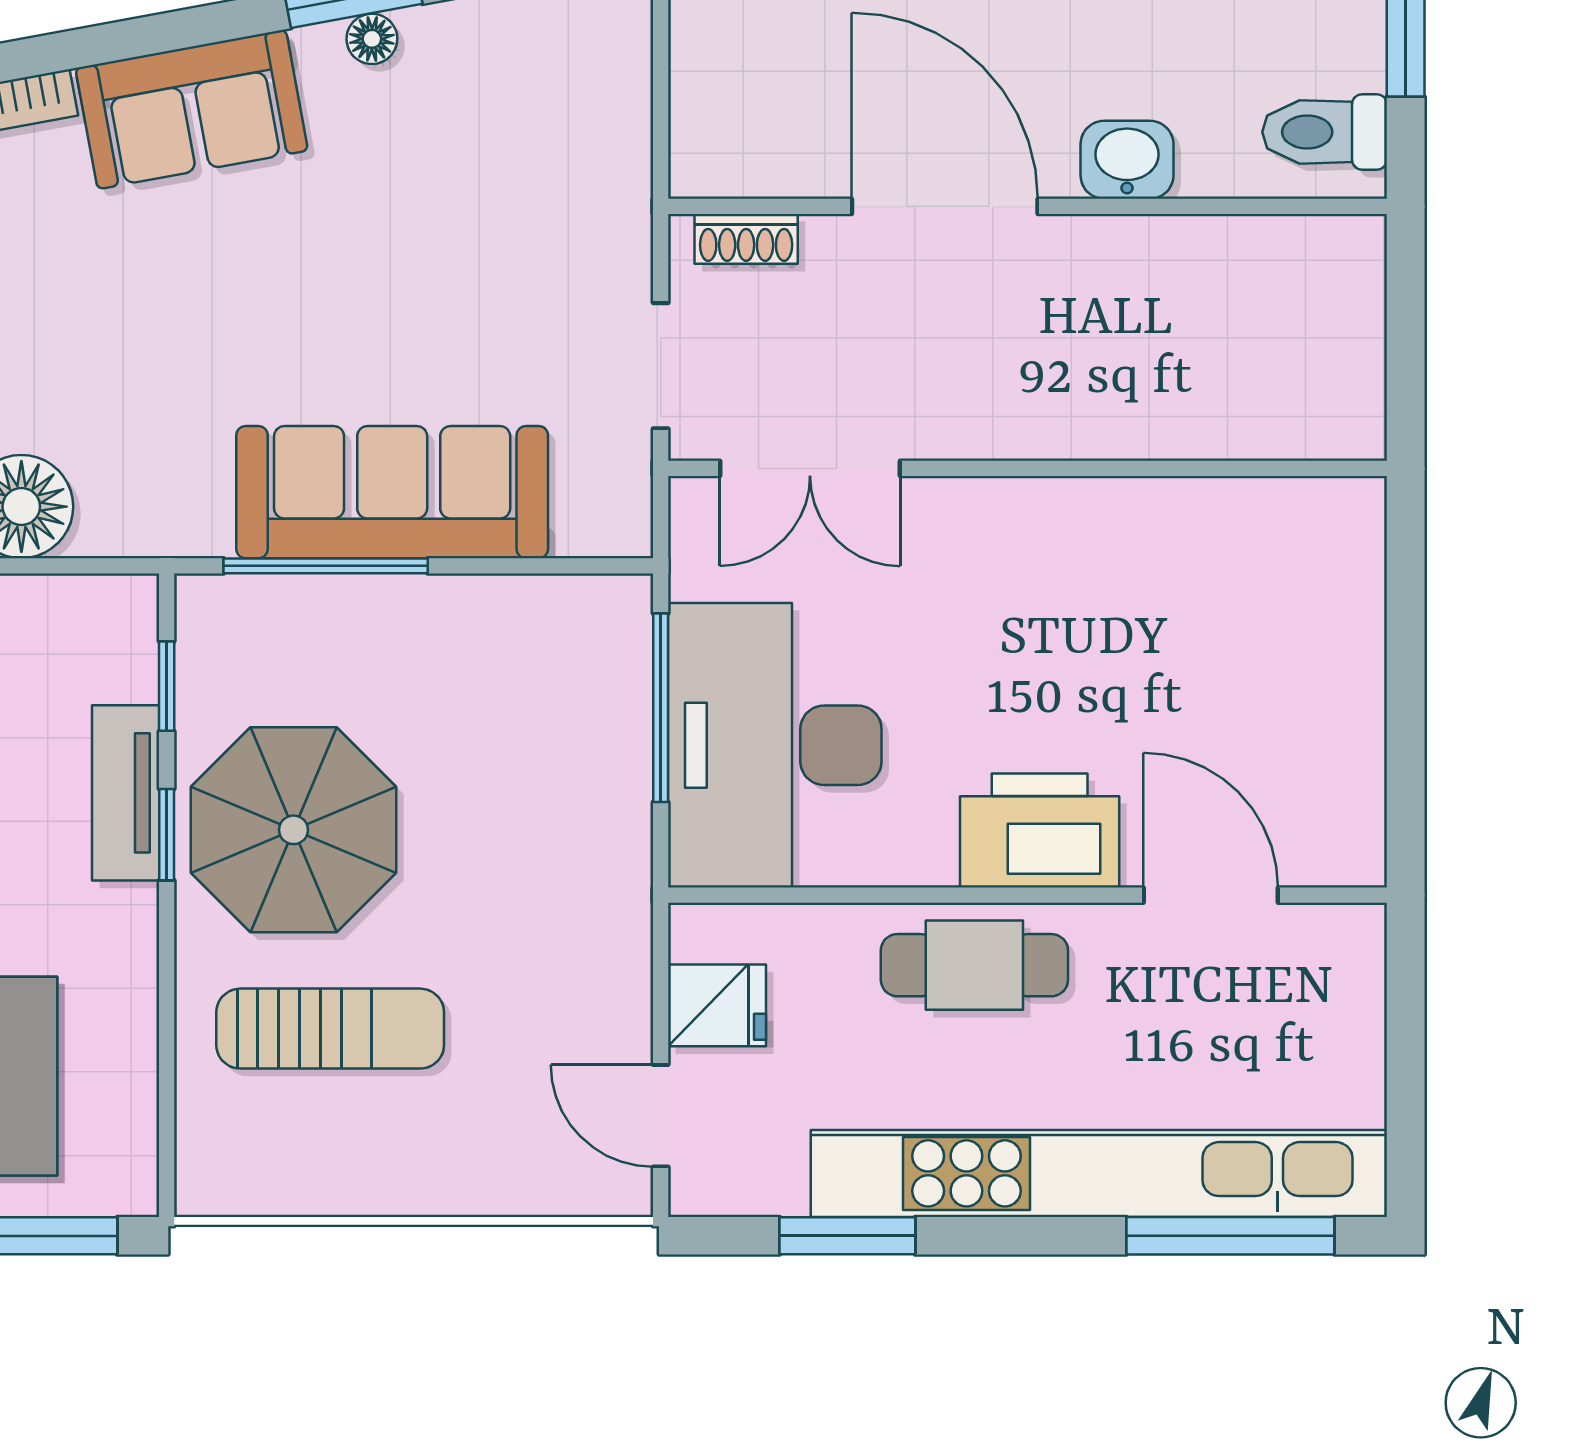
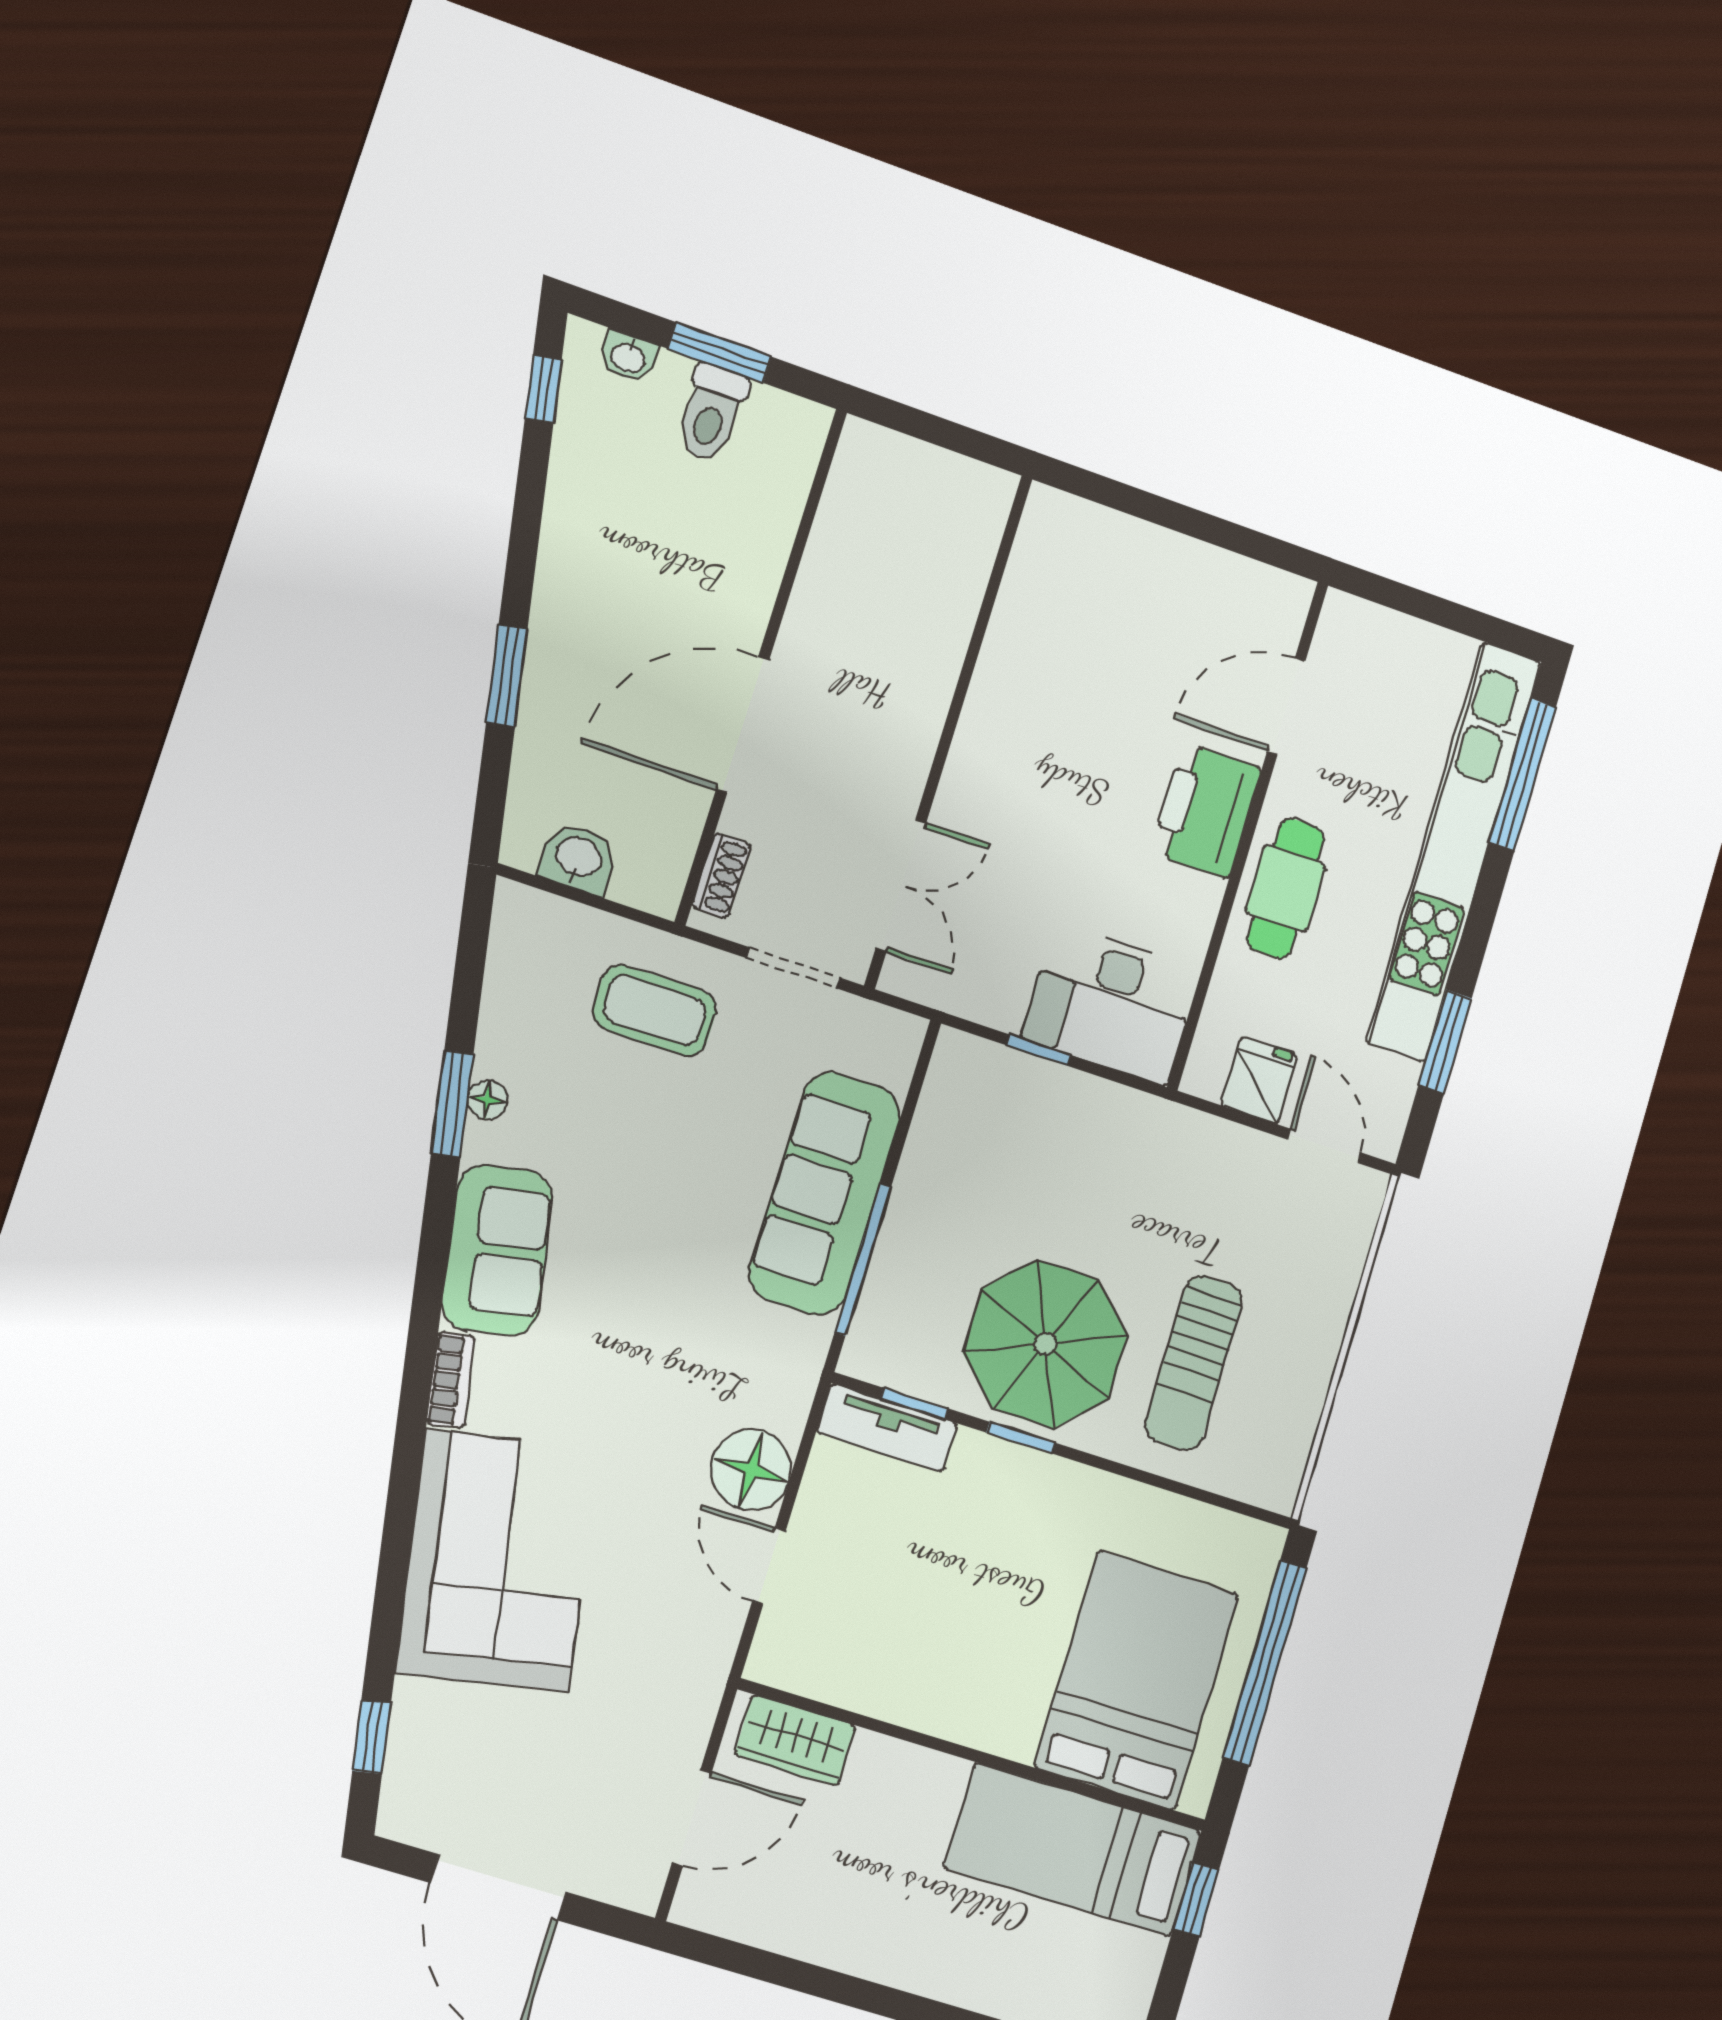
toilet: (1325, 132) -> (711, 413), moved
washbasin: (1127, 160) -> (578, 858), moved, turned 90
coffee table: (550, 209) -> (655, 1010), added
window: (661, 708) -> (1038, 1050), width x0.46
desk: (775, 745) -> (1111, 1004), width x0.73, depth x0.77
tv unit: (126, 793) -> (887, 1428), moved
sun lounger: (330, 1029) -> (1193, 1363), turned 180
door: (661, 1116) -> (1324, 1146), swing flipped

